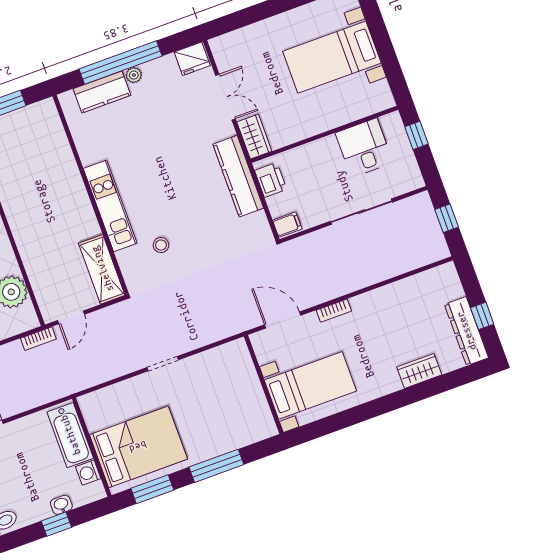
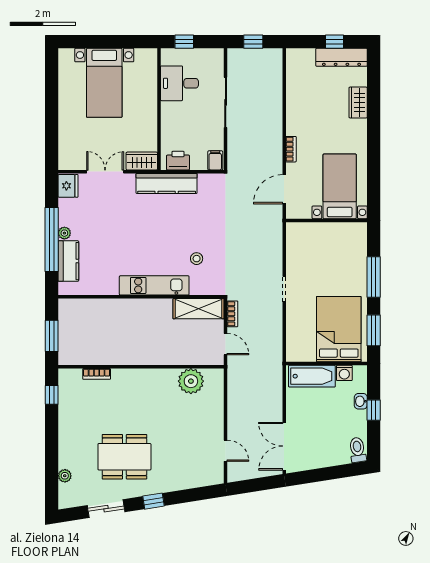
bookcase: (38, 339) -> (232, 314), moved

